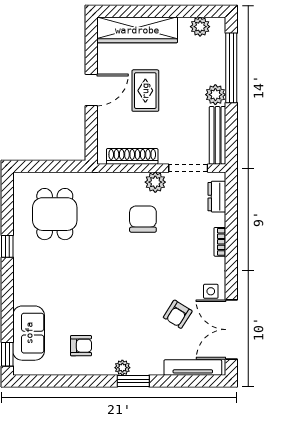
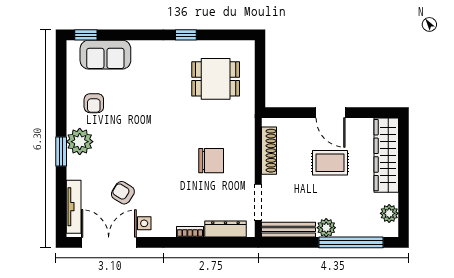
plant: (155, 182) -> (245, 172), removed
dresser: (217, 197) -> (225, 229), width x1.44
plant: (122, 368) -> (80, 142), width x1.87, depth x1.87

